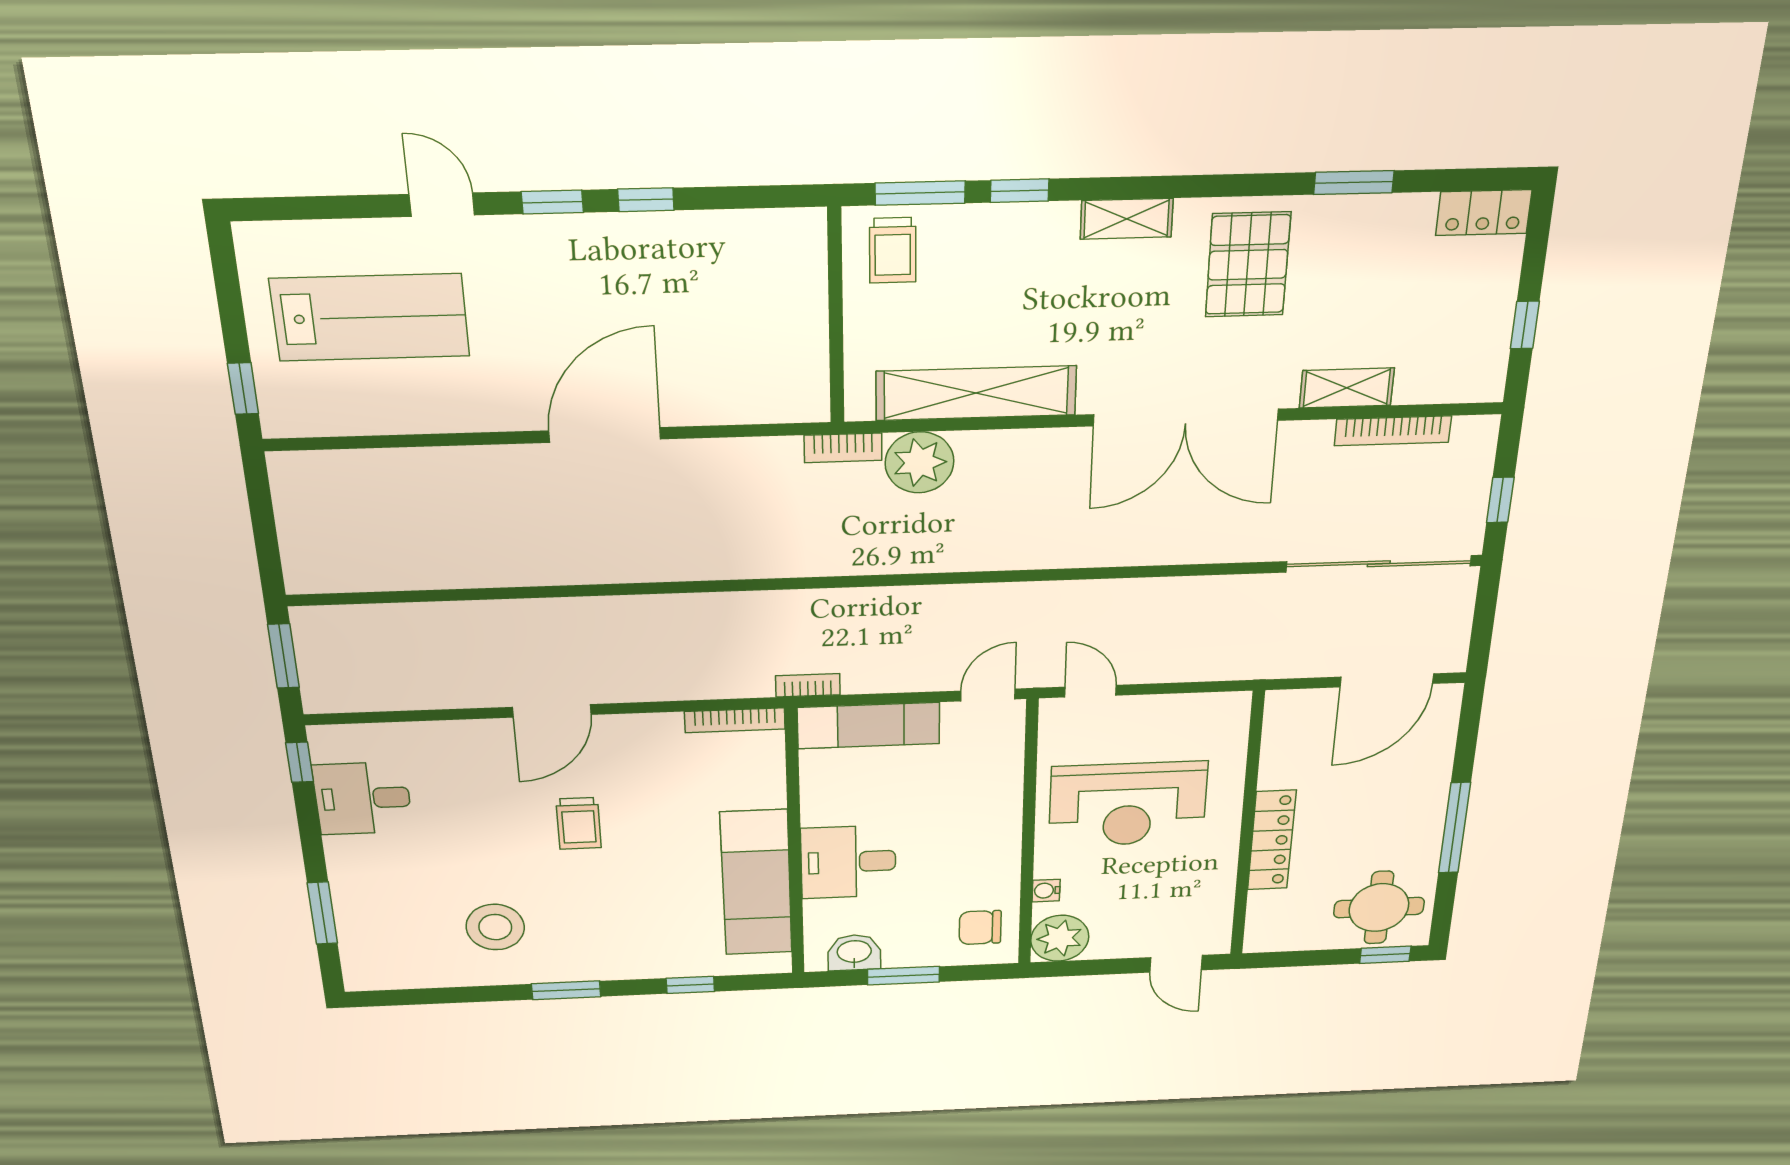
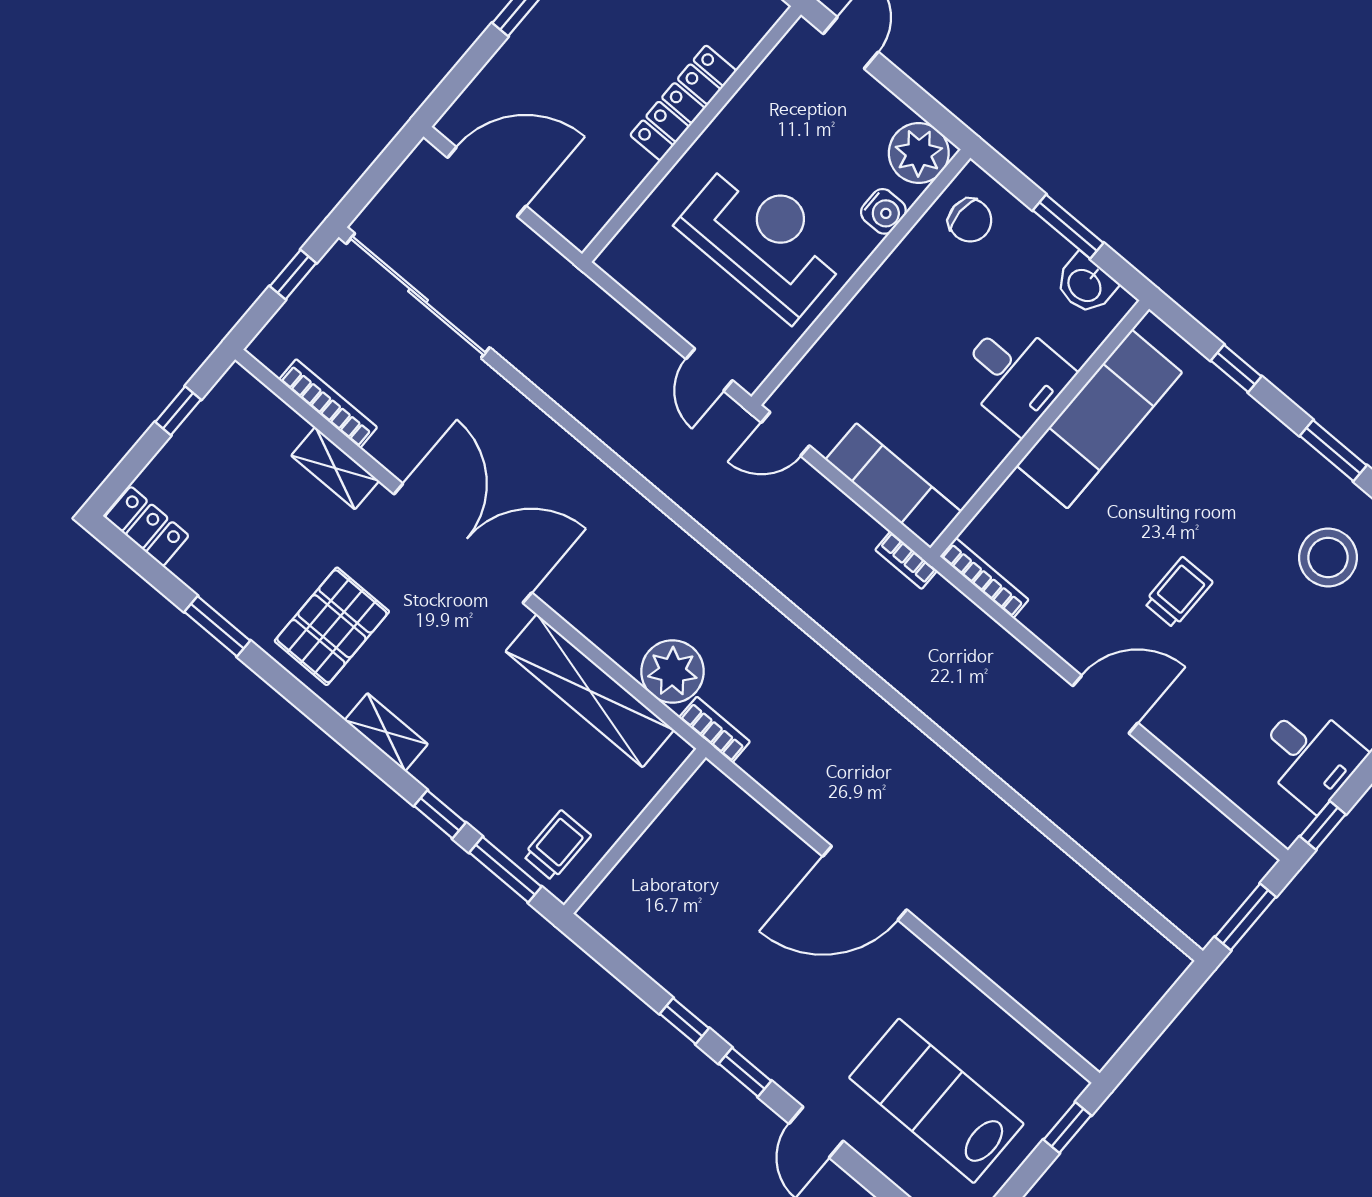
water cooler: (1046, 891) -> (883, 211), width x1.38, depth x1.38

